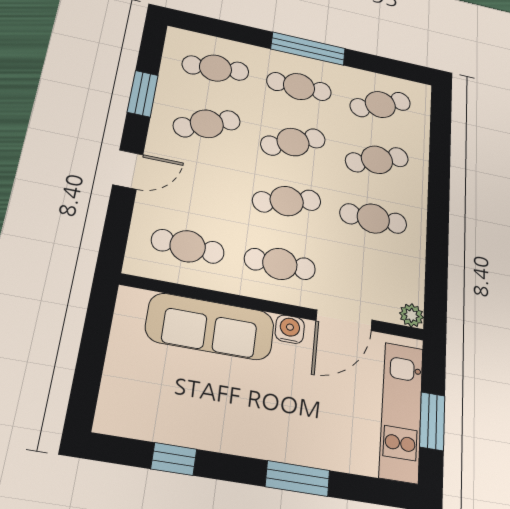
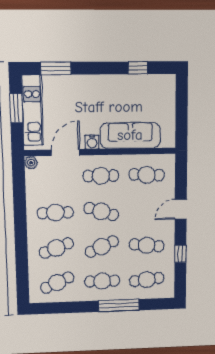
window: (308, 49) -> (119, 305), moved
window: (143, 94) -> (180, 254), width x0.67
cafe table: (207, 124) -> (147, 245), turned 30
cafe table: (287, 201) -> (101, 212), turned 33
window: (298, 478) -> (56, 68), moved

